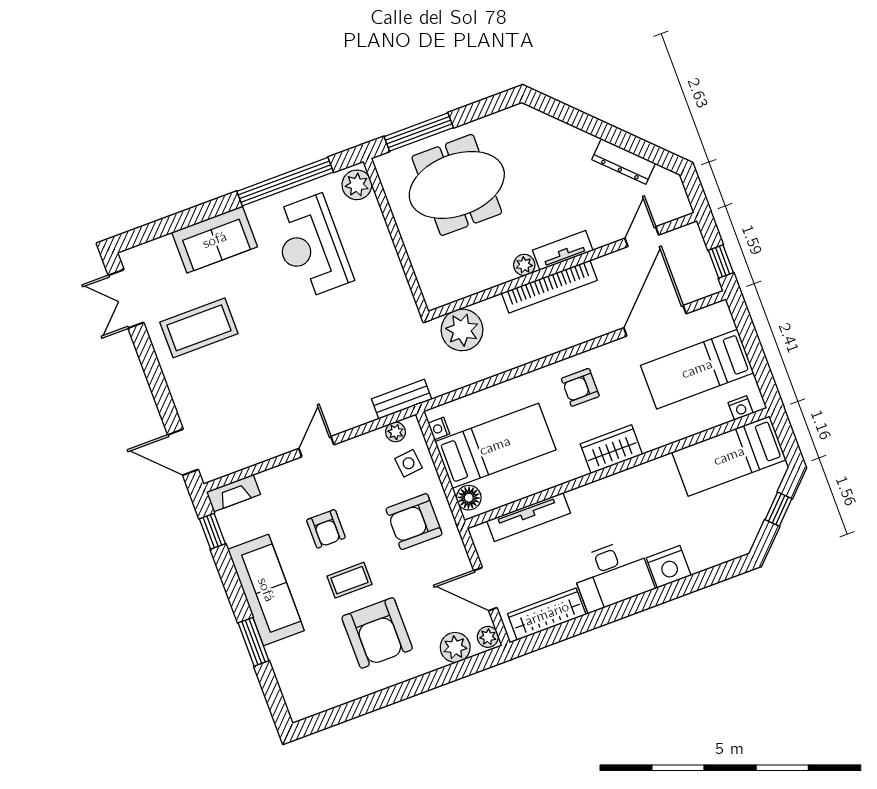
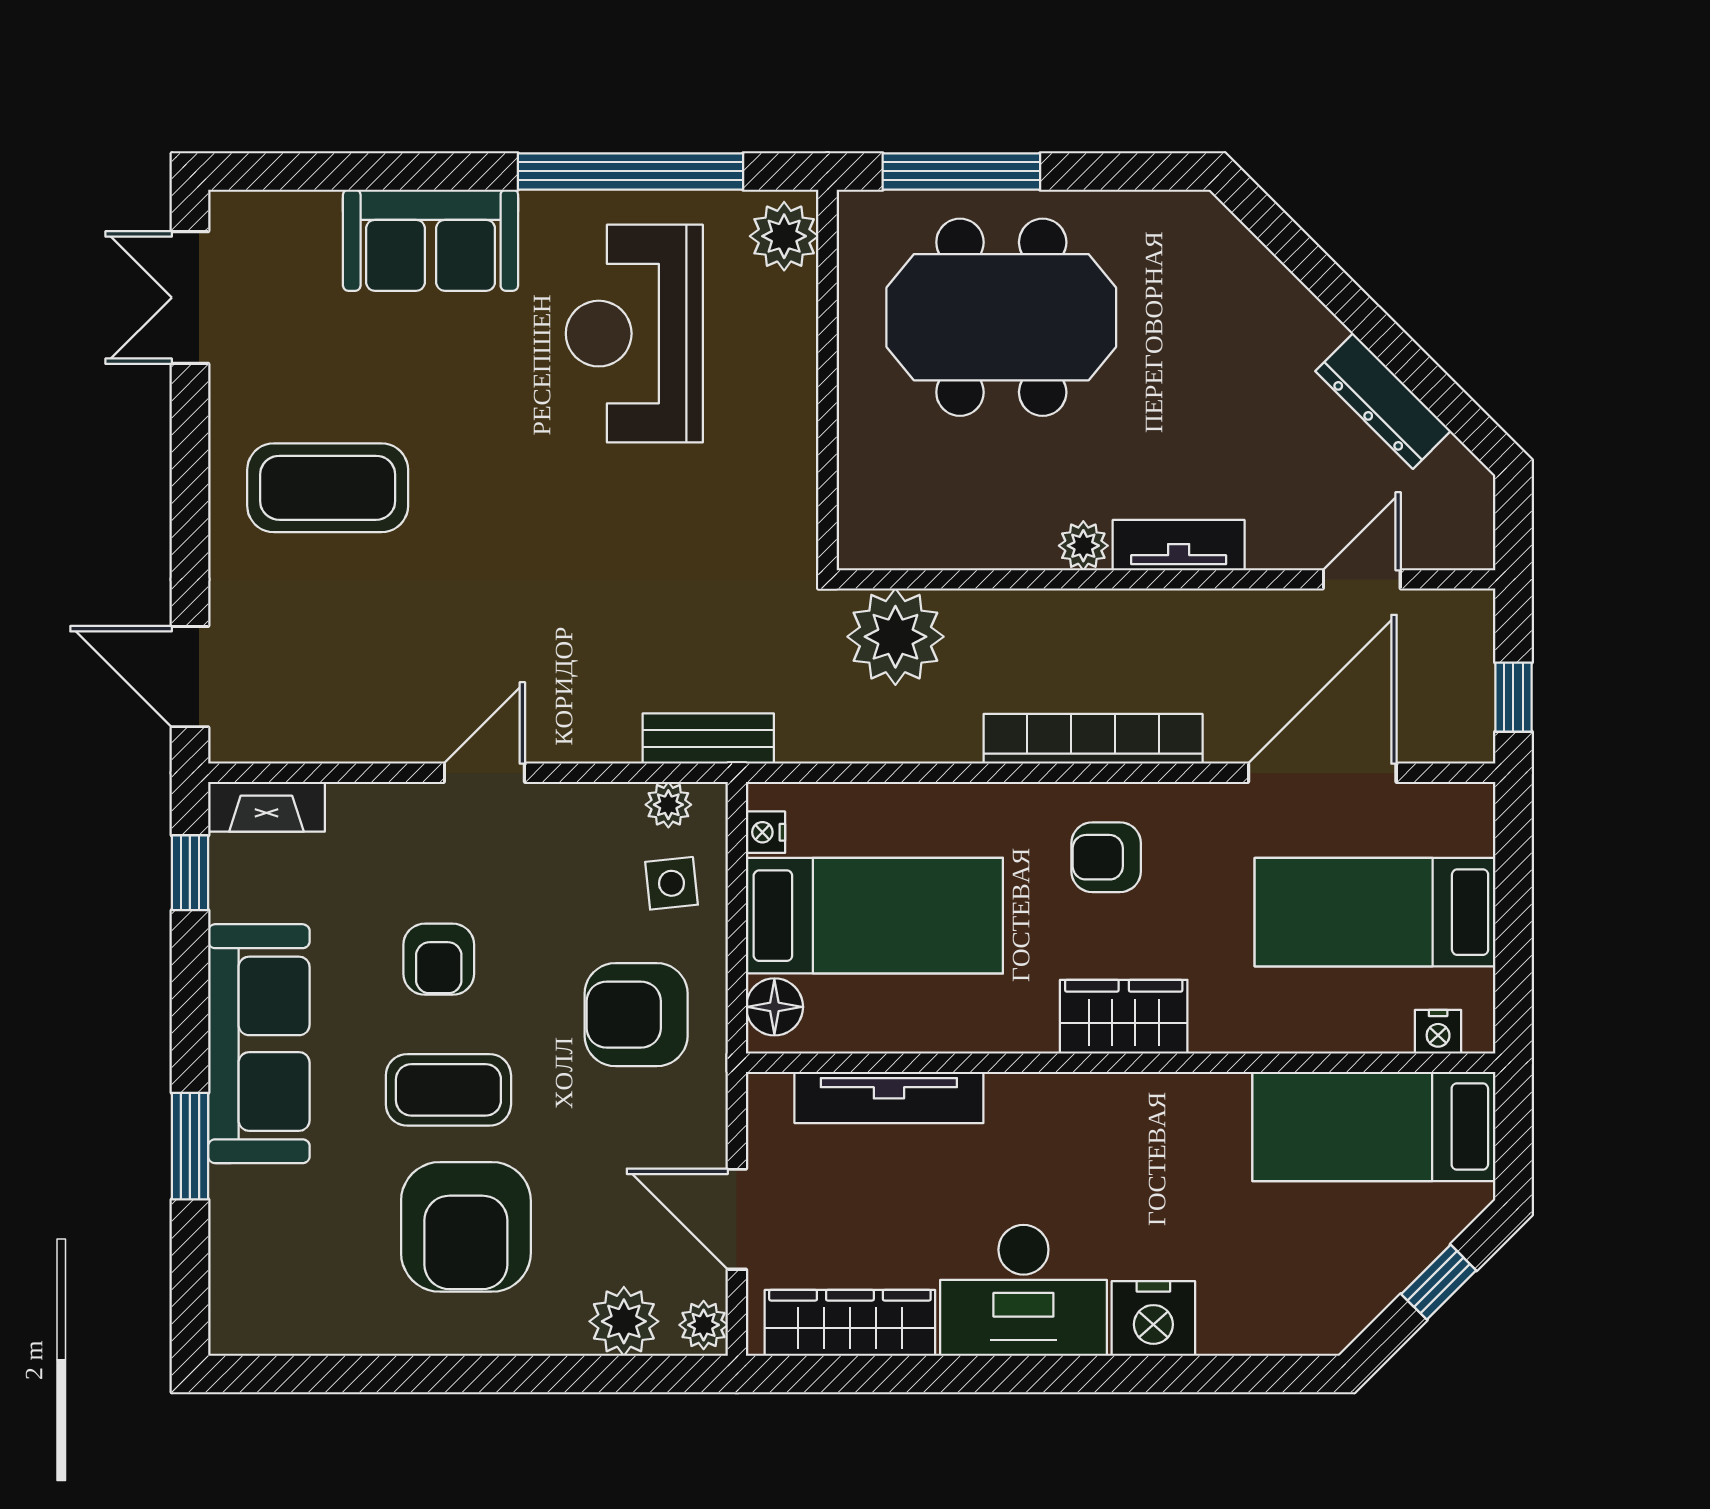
bookcase: (549, 287) -> (1093, 739), moved, turned 180
coffee table: (199, 328) -> (328, 488), moved
coffee table: (349, 580) -> (448, 1090), width x1.36, depth x1.30

